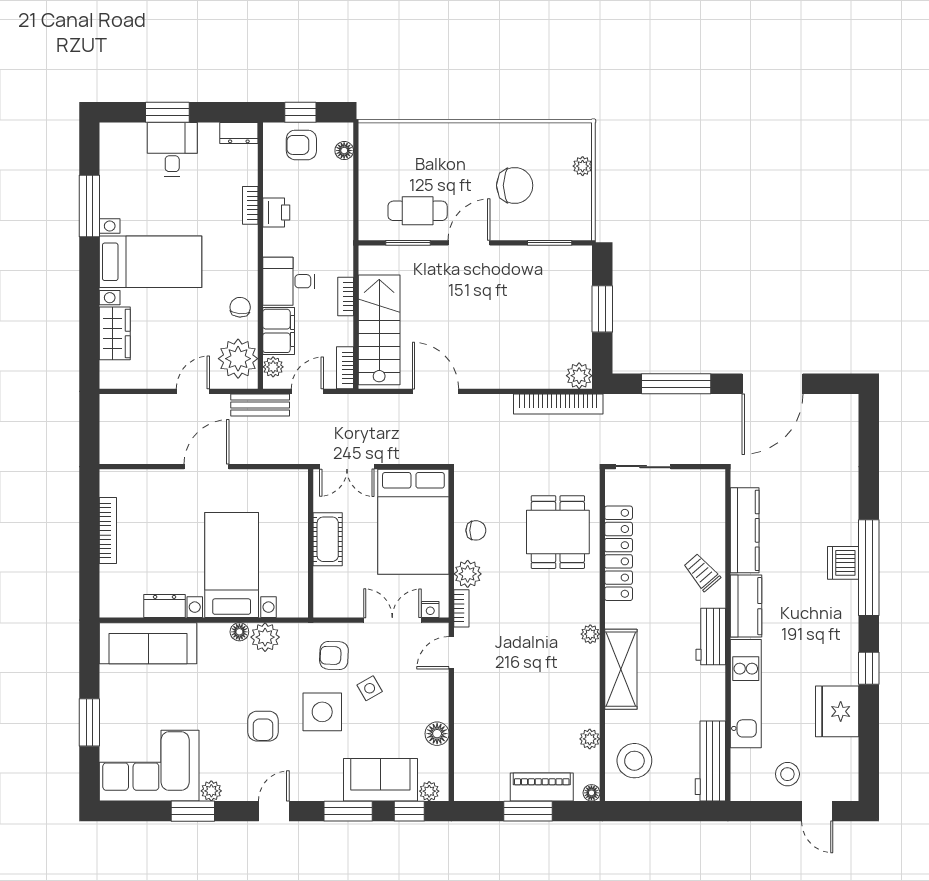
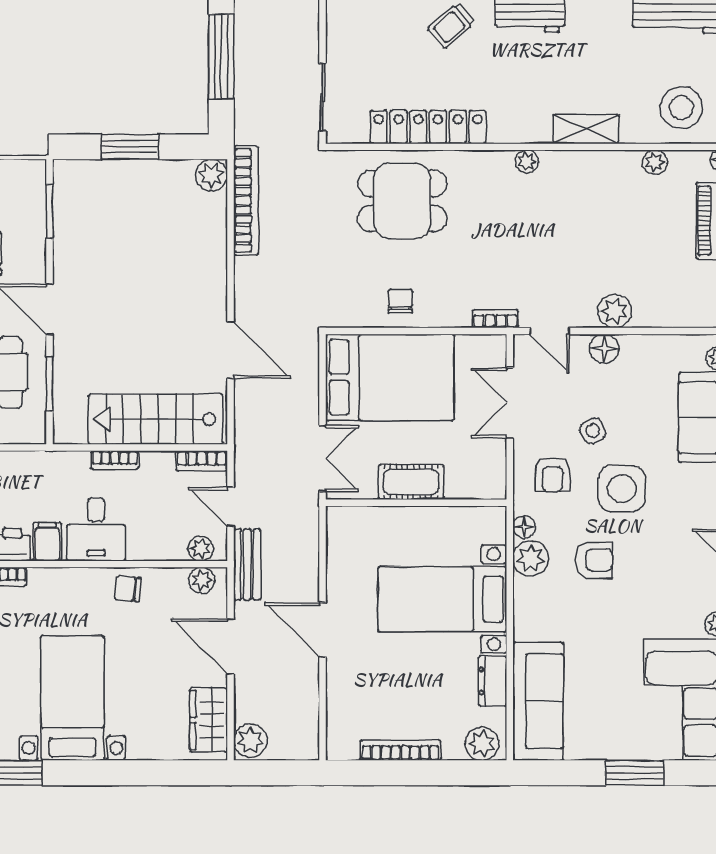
filing cabinet: (279, 331) -> (47, 542), moved, width x0.50
wardrobe: (115, 333) -> (209, 720), moved, turned -90
plant: (238, 359) -> (202, 580), width x0.53, depth x0.53
door: (193, 391) -> (230, 646), width x1.38
door: (436, 391) -> (230, 350), swing flipped
plant: (116, 408) -> (250, 740), added
plant: (468, 574) -> (615, 311), moved
plant: (113, 597) -> (482, 744), added
nightstand: (430, 609) -> (497, 357), removed
floor lamp: (239, 632) -> (524, 527), moved
shelving: (621, 669) -> (586, 129), width x0.67, depth x0.75
armchair: (263, 726) -> (594, 560), moved
floor lamp: (437, 734) -> (604, 349), moved

